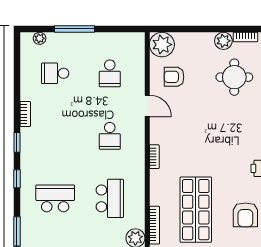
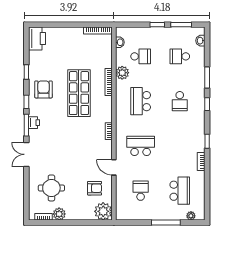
school desk: (55, 73) -> (180, 191), width x1.85
school desk: (110, 136) -> (141, 146), width x1.85
window: (17, 179) -> (207, 104), moved
school desk: (55, 198) -> (180, 101), width x0.54

